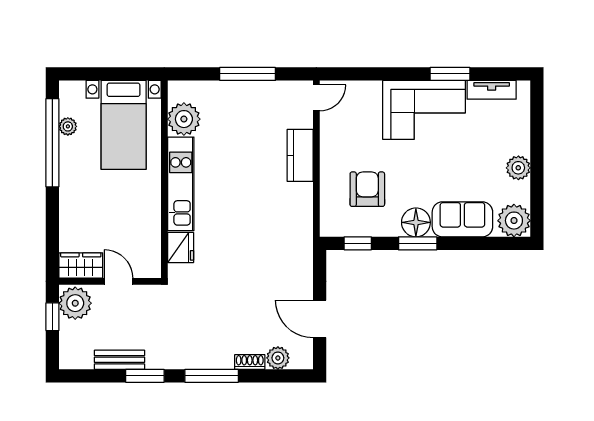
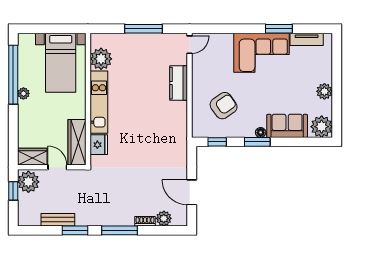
plant: (68, 126) -> (23, 93), moved
armchair: (367, 189) -> (224, 106), turned 55
floor lamp: (416, 222) -> (261, 132), width x0.53, depth x0.53
wardrobe: (148, 244) -> (77, 142), added

